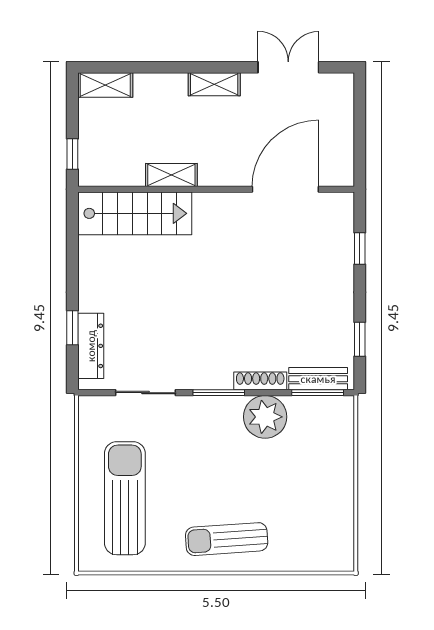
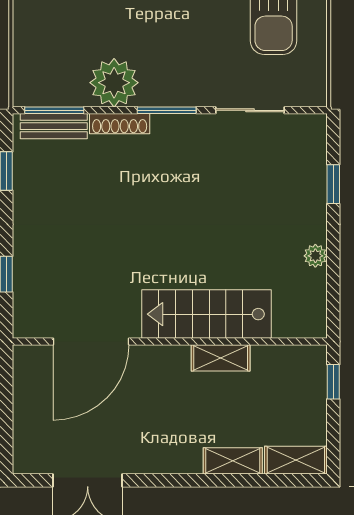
shelving: (214, 84) -> (233, 461), moved
stairs: (135, 213) -> (207, 314), moved
plant: (88, 265) -> (315, 256), added
dresser: (91, 346) -> (312, 163), removed

